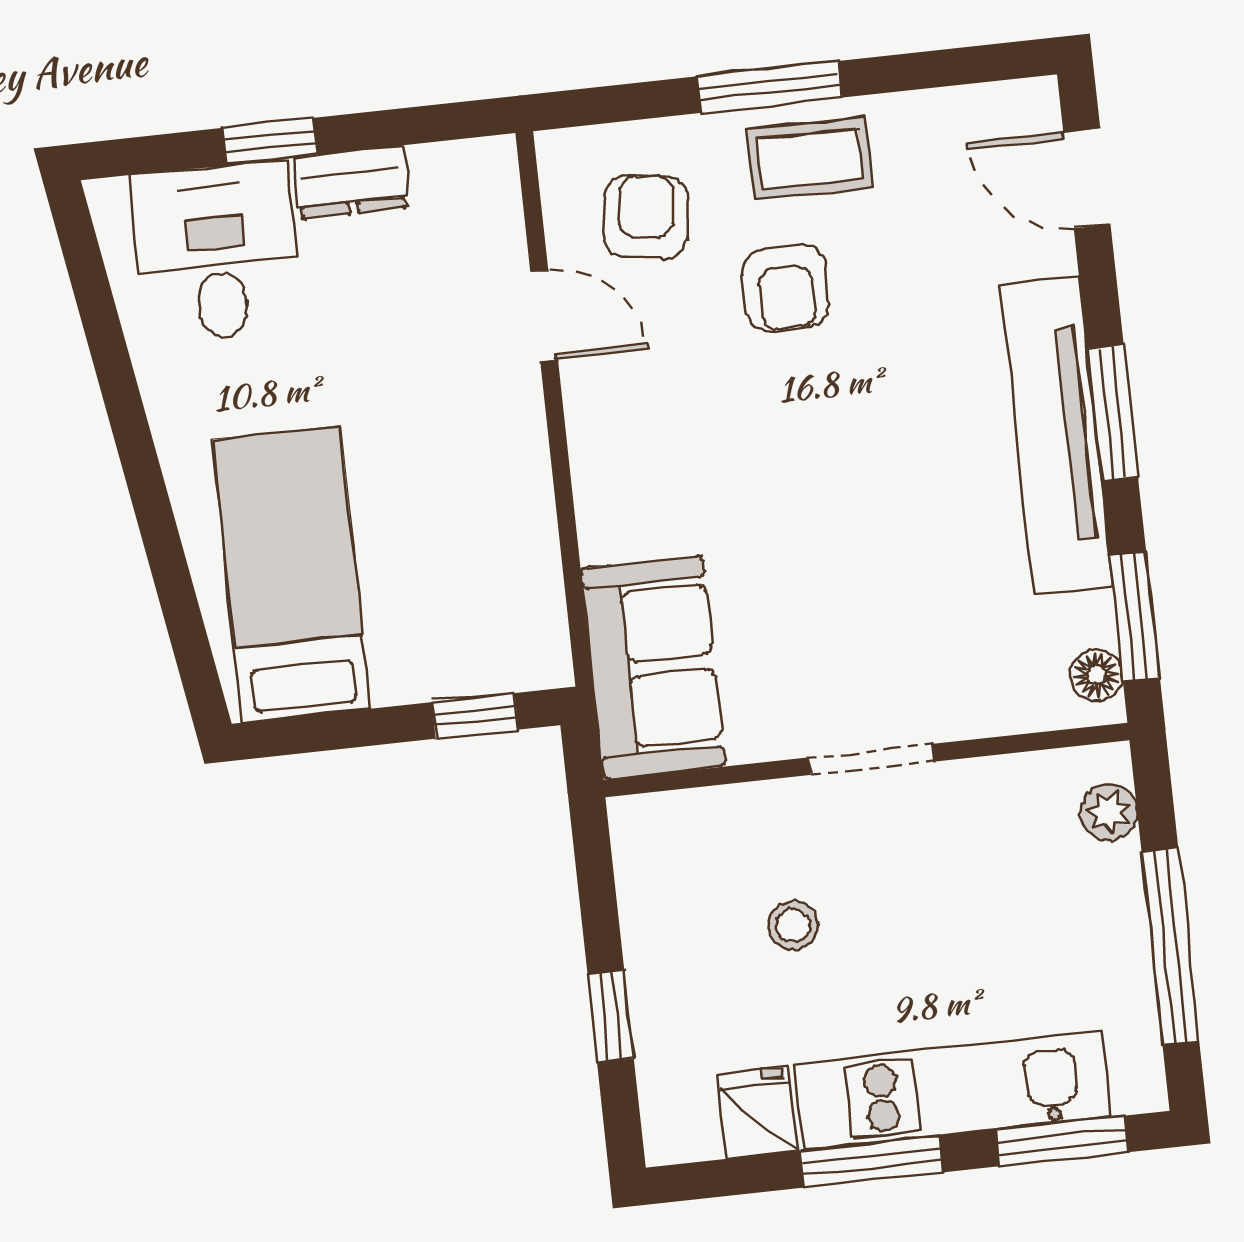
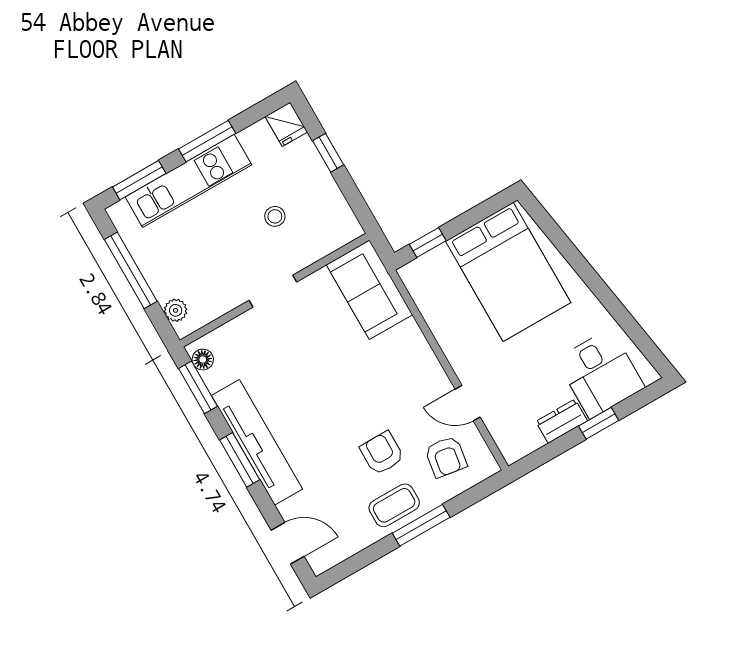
bed: (292, 574) -> (508, 272), width x1.50
fridge: (758, 1113) -> (286, 124), moved

